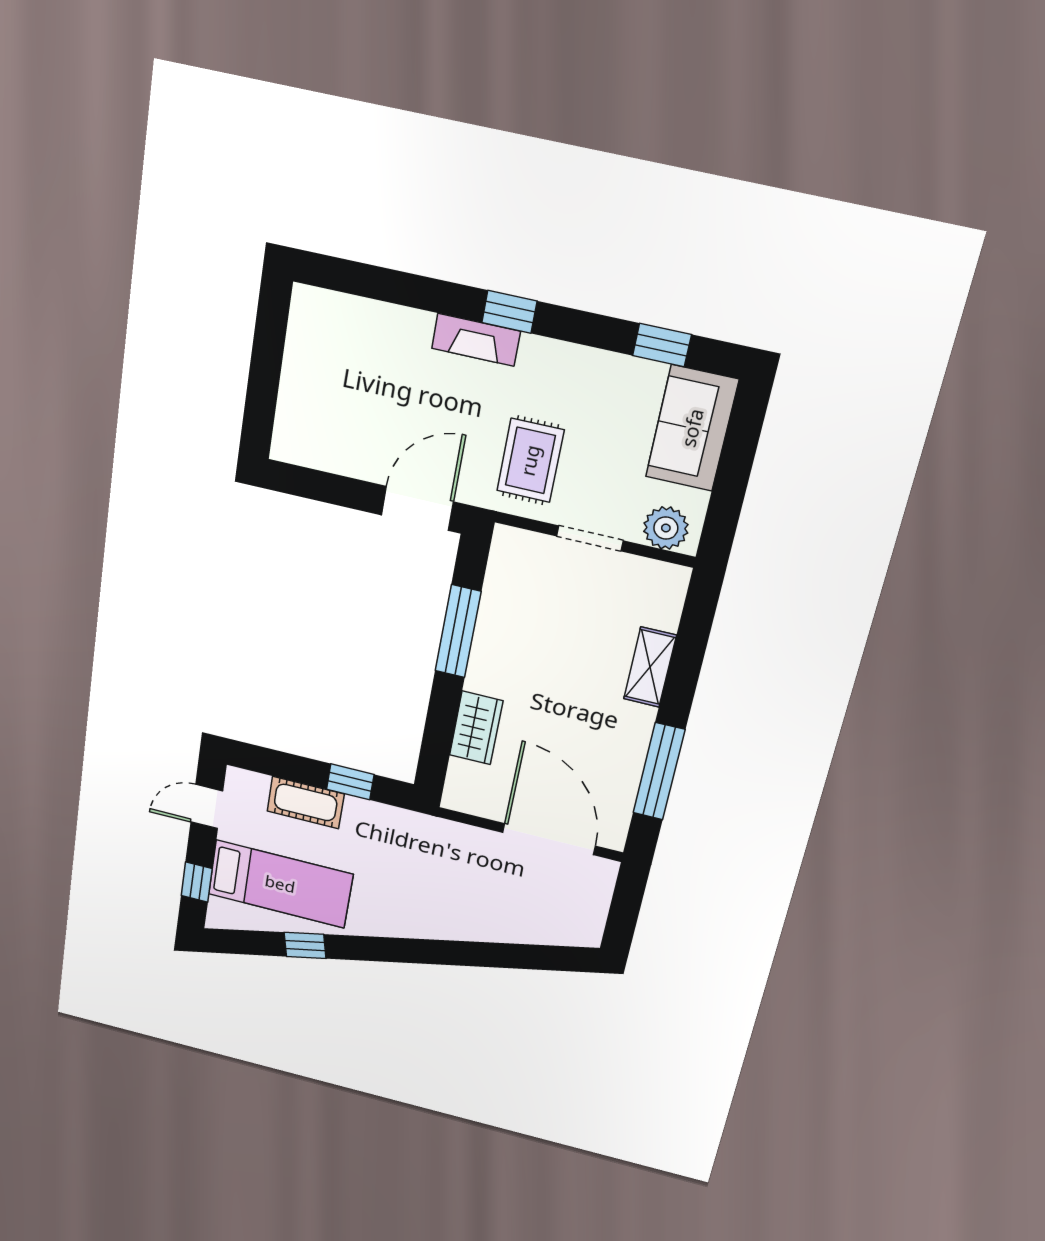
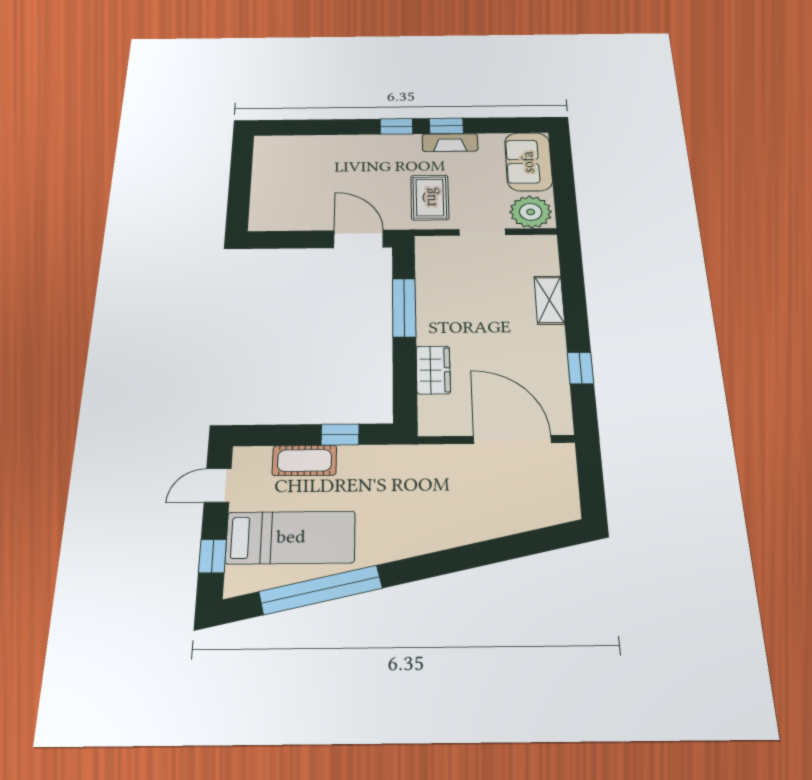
fireplace: (476, 340) -> (450, 143), moved
window: (662, 345) -> (446, 126), moved
door: (417, 508) -> (359, 239), hinge flipped
plant: (666, 528) -> (531, 212), width x1.36, depth x1.36
window: (659, 771) -> (580, 368), width x0.46
window: (305, 945) -> (321, 590), width x3.17

